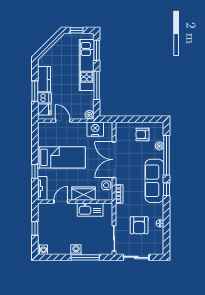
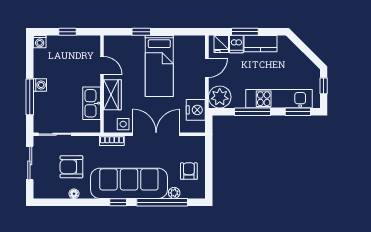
plant: (89, 115) -> (220, 97), width x1.88, depth x1.88
sofa: (154, 181) -> (129, 183), width x1.36, depth x1.27
tv unit: (42, 188) -> (119, 41), removed

